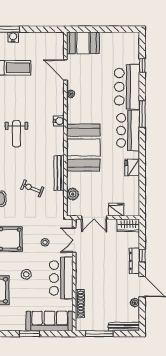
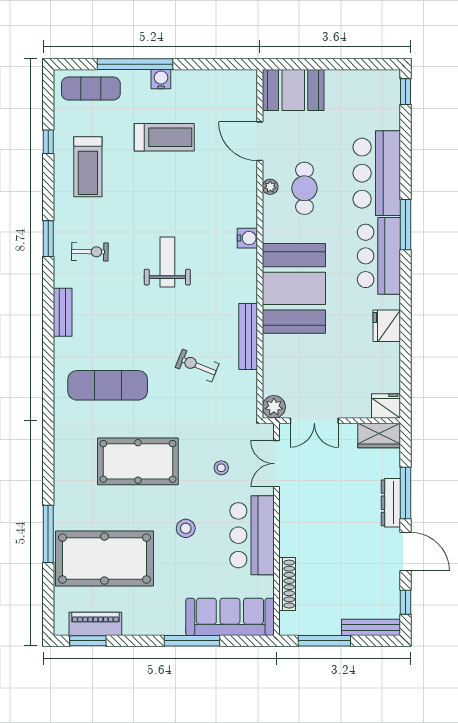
window: (142, 65) -> (405, 92), moved
cafe table: (89, 95) -> (304, 188), added
weight bench: (16, 134) -> (167, 262), turned 180
plant: (73, 194) -> (274, 407), moved
fridge: (116, 210) -> (386, 406), moved
window: (142, 256) -> (405, 493), width x2.17
plant: (135, 303) -> (391, 582), removed
window: (142, 313) -> (405, 602), added
window: (29, 334) -> (192, 641), width x1.44

